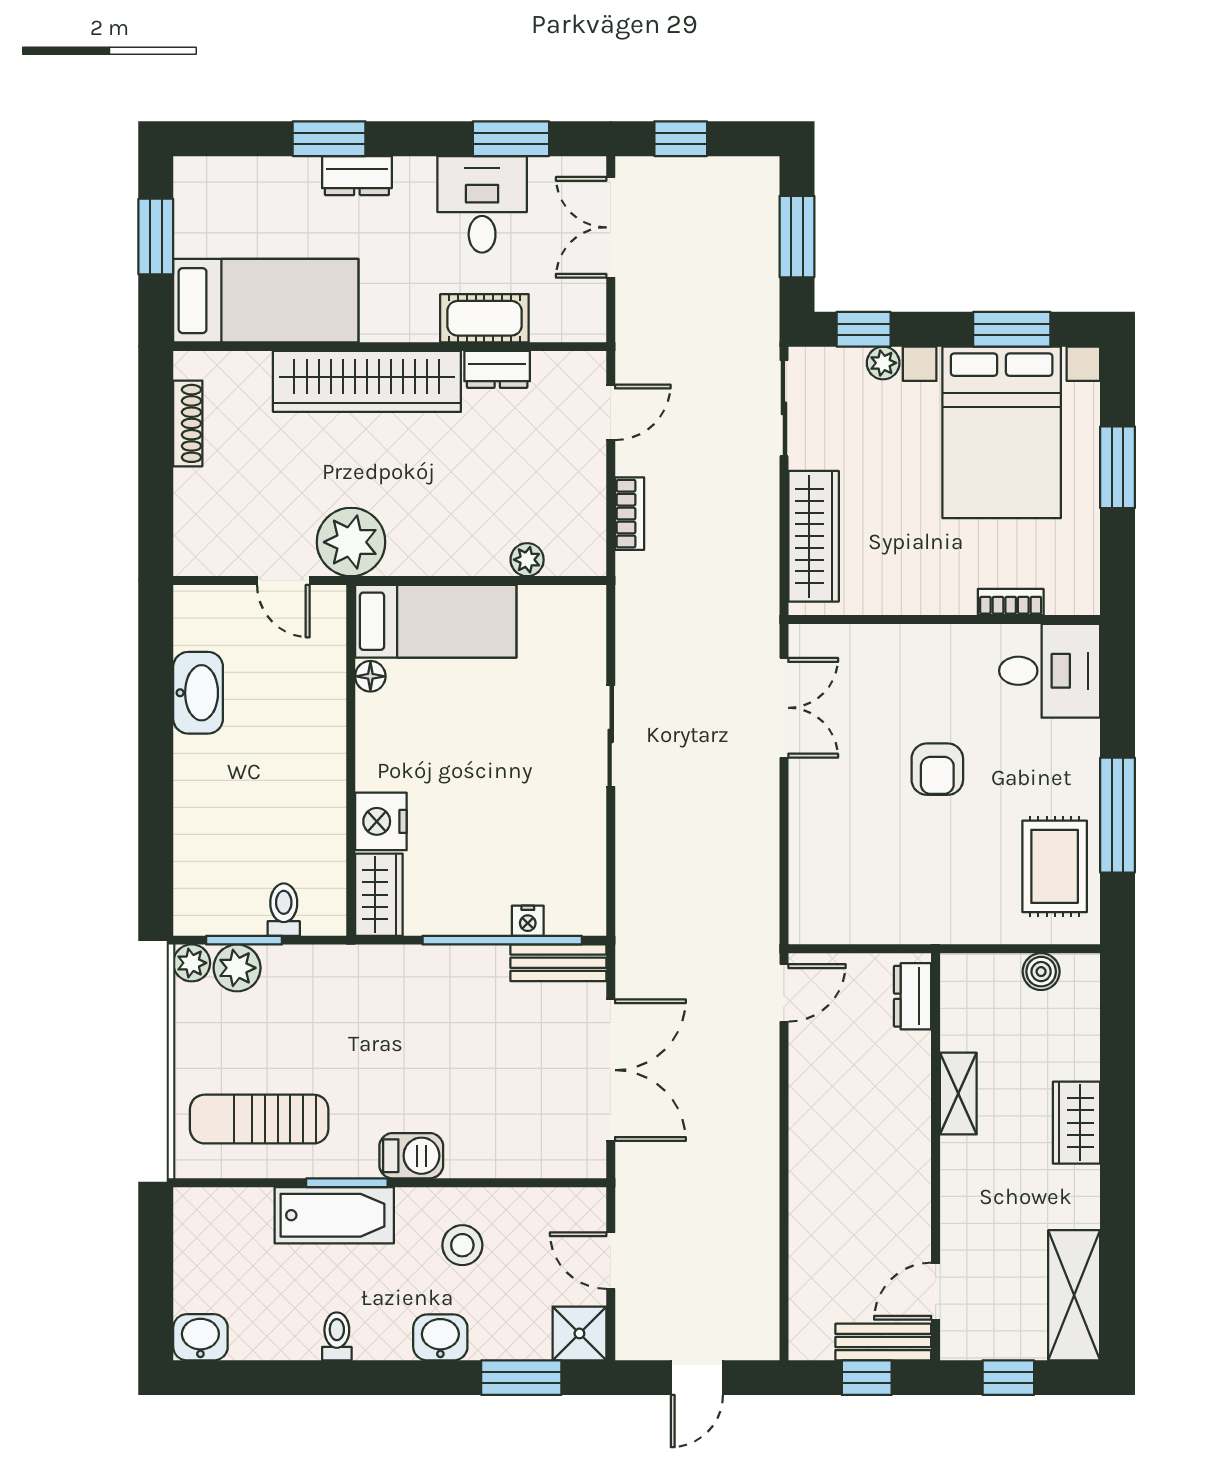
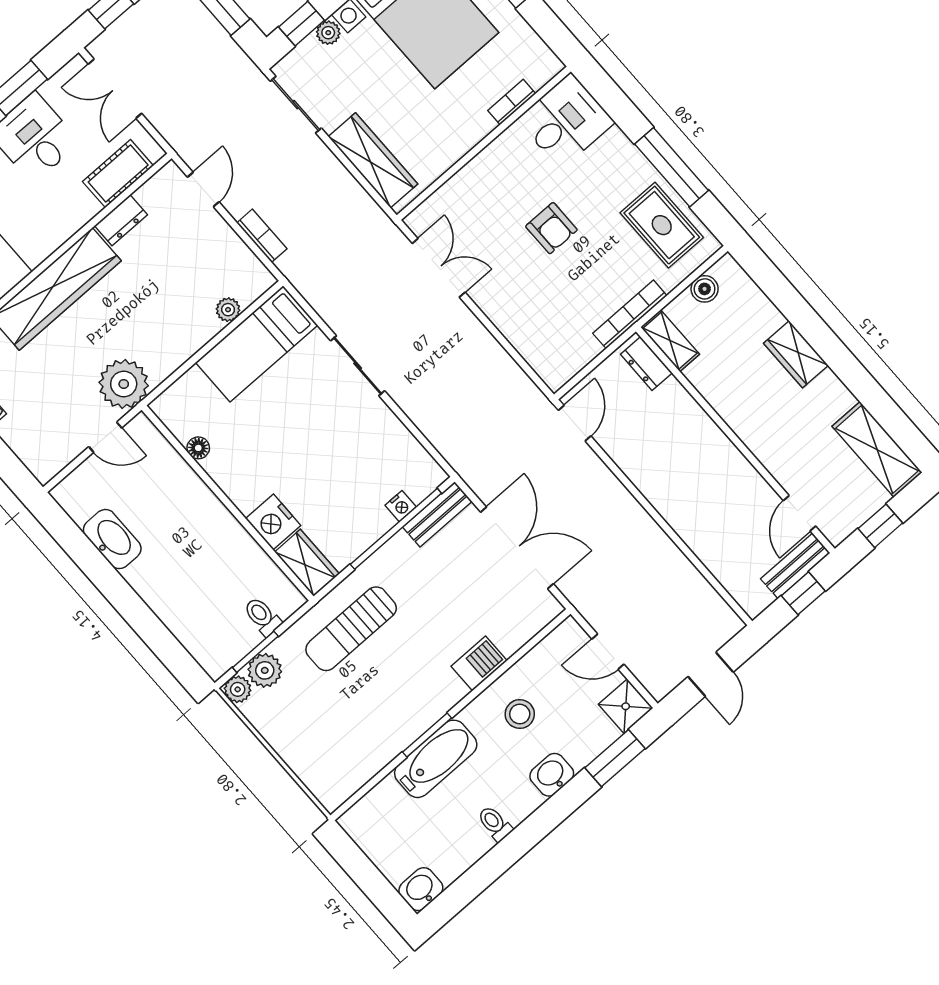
cot: (484, 318) -> (118, 174), moved
bed: (436, 621) -> (257, 344), moved, turned 180
bookcase: (940, 930) -> (630, 314), added
shelving: (958, 1094) -> (670, 341), moved
sun lounger: (259, 1119) -> (351, 629), moved
barbecue: (411, 1156) -> (479, 663), moved

